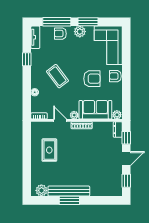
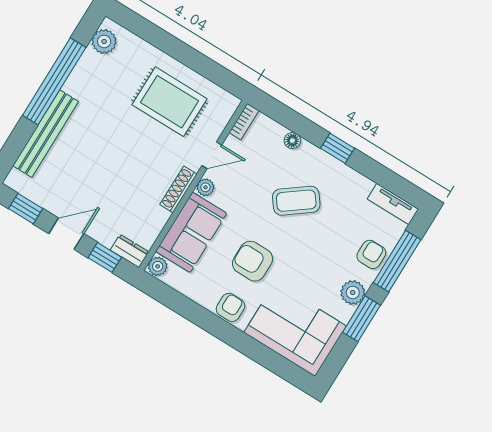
window: (27, 59) -> (337, 148), moved
armchair: (92, 79) -> (253, 261), turned 90
rug: (49, 150) -> (170, 102), width x1.36, depth x1.43
door: (126, 159) -> (66, 234), swing flipped
bench: (69, 191) -> (46, 134), moved
window: (69, 200) -> (54, 81), width x2.11

